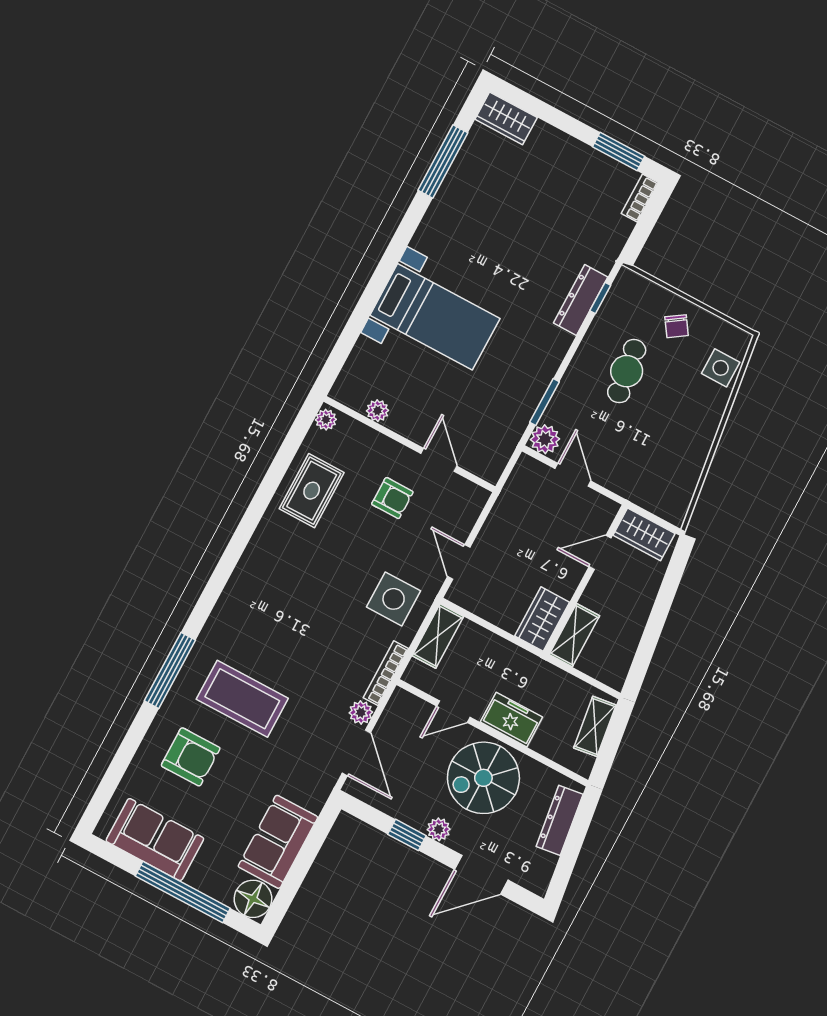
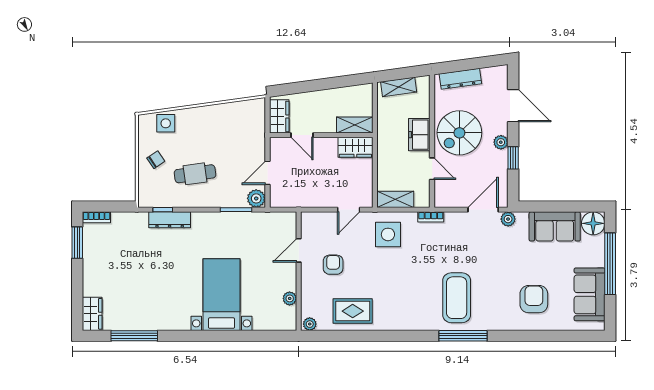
window: (170, 670) -> (463, 336), moved
bookcase: (386, 673) -> (431, 217), width x0.64
coffee table: (242, 699) -> (457, 298), moved
plant: (361, 713) -> (508, 219), moved
spiral stairs: (483, 778) -> (459, 133), turned 90

